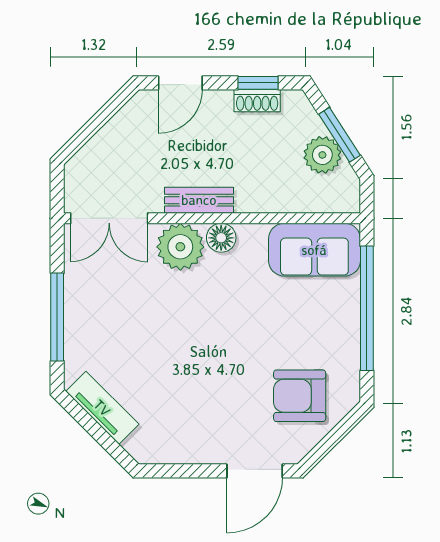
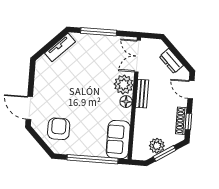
shoe rack: (257, 101) -> (181, 121), width x1.43
dresser: (114, 136) -> (171, 61), added

